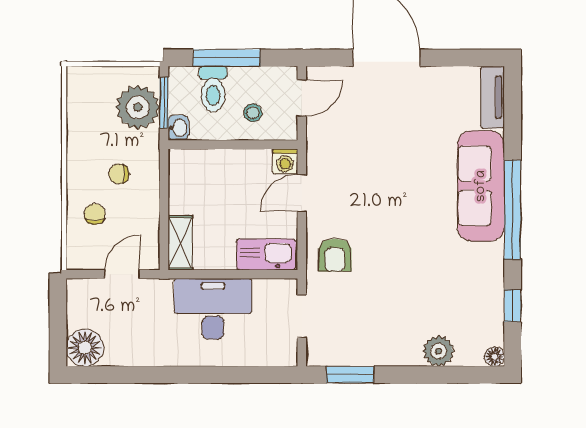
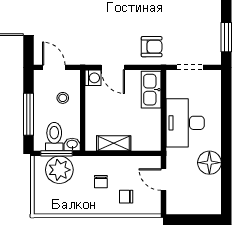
toilet: (213, 89) -> (54, 137), moved, turned -90
shelving: (180, 243) -> (114, 143), moved
floor lamp: (85, 348) -> (209, 163), moved

